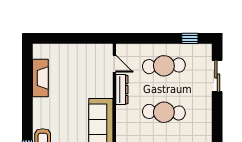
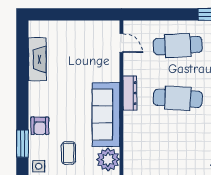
dresser: (122, 90) -> (130, 93), moved

